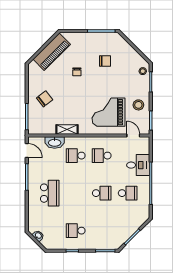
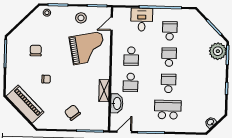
grand piano: (109, 112) -> (88, 48), turned -101
school desk: (76, 231) -> (168, 83), moved, turned 180
plant: (109, 241) -> (218, 51), added

